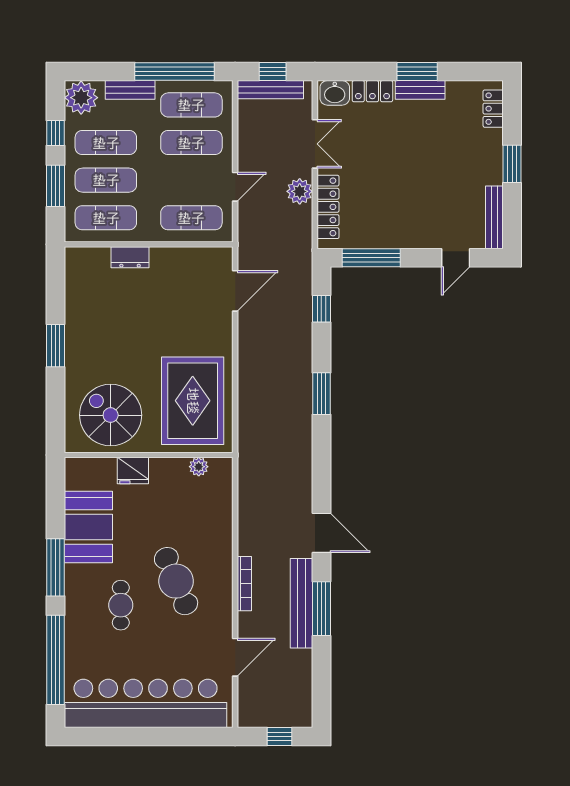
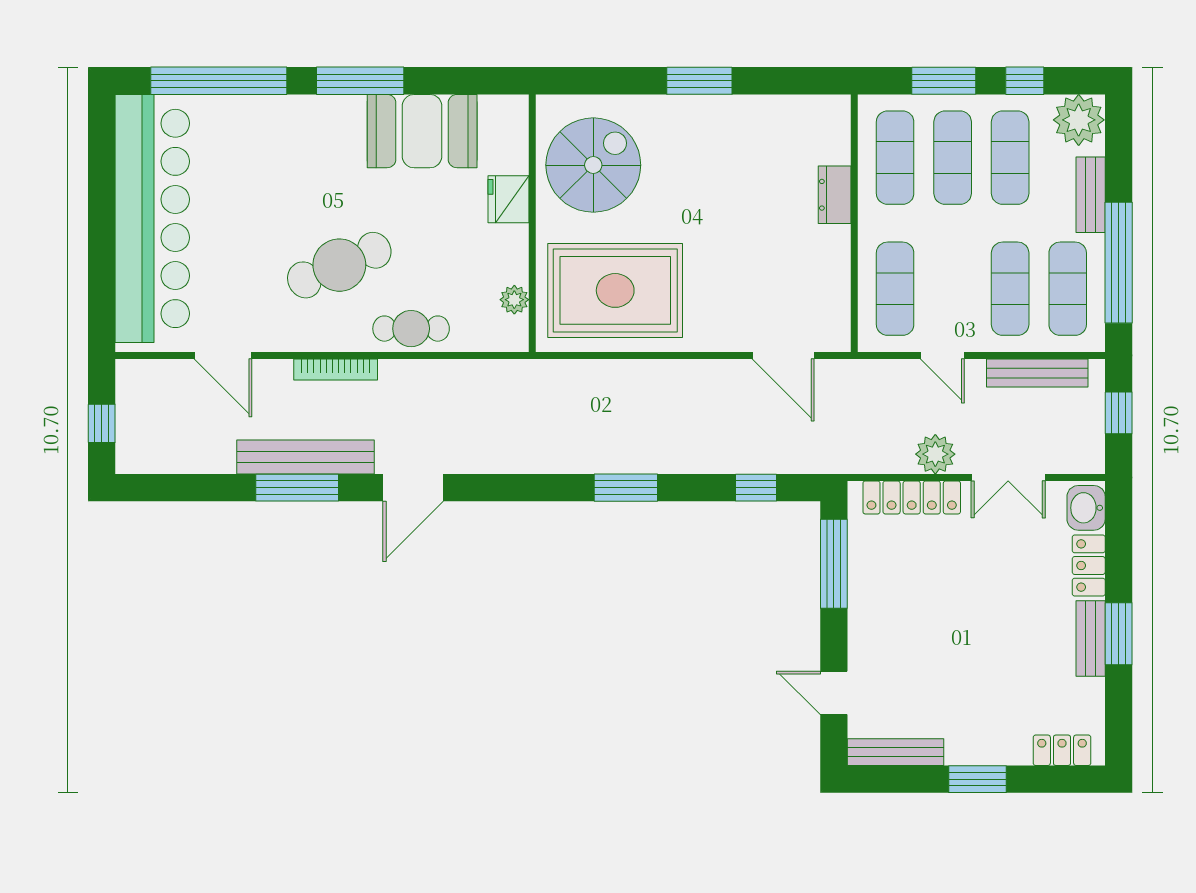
bench: (270, 90) -> (1037, 373), moved, turned 90
cafe table: (121, 605) -> (411, 329), moved

